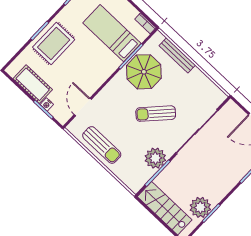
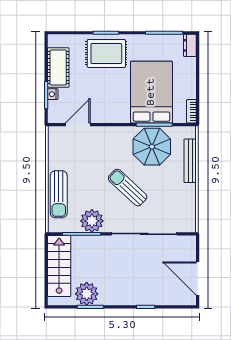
bed: (112, 33) -> (151, 92), width x1.50
sun lounger: (102, 145) -> (59, 194), moved

